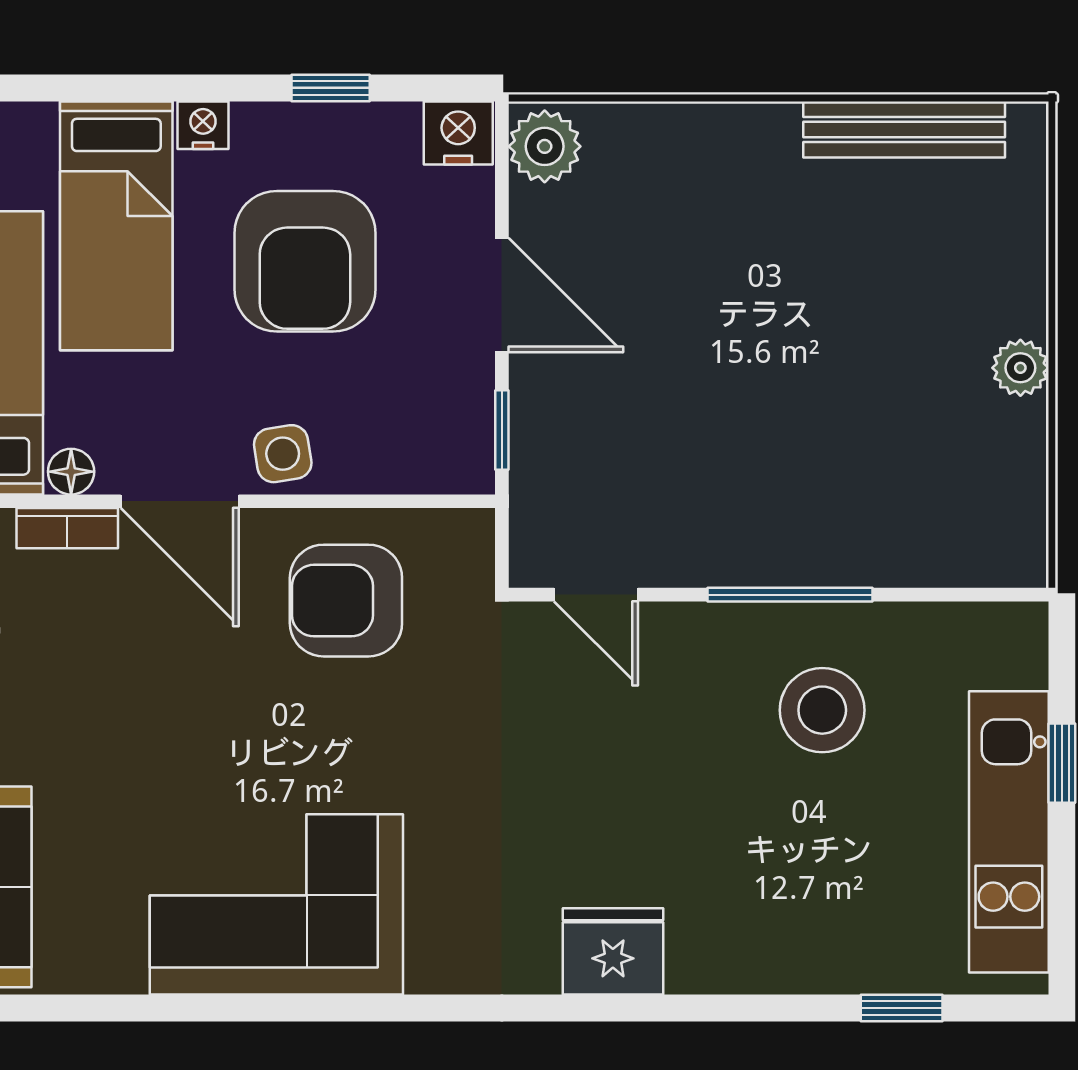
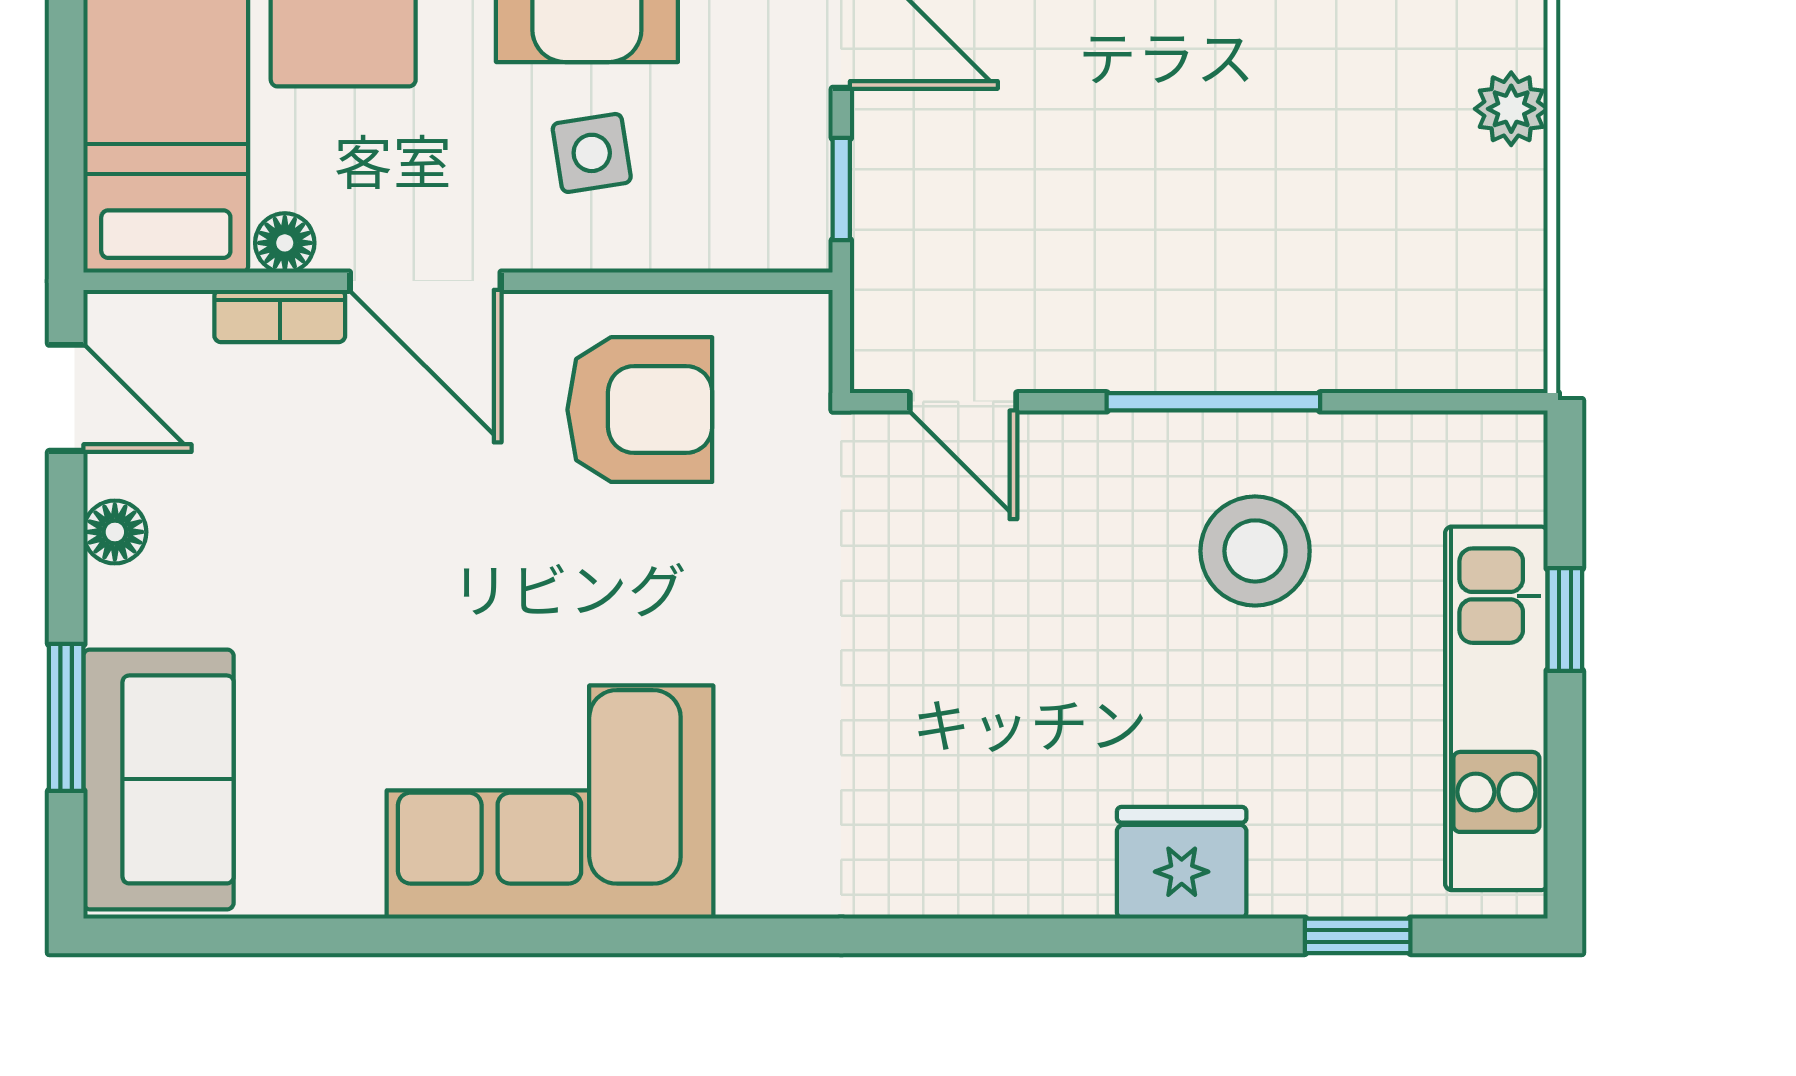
side table: (283, 454) -> (592, 153), moved
armchair: (346, 601) -> (640, 410), turned 180
fridge: (613, 951) -> (1182, 863), moved

